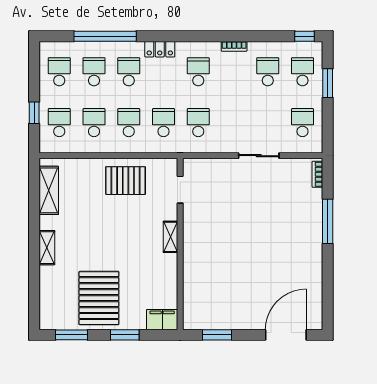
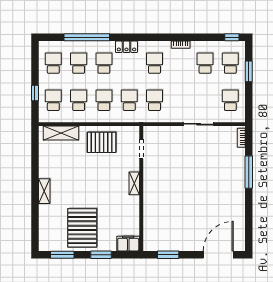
shelving: (49, 190) -> (61, 133), moved, turned 90

